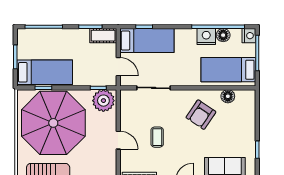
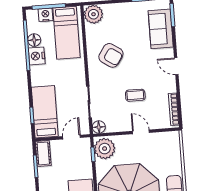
nightstand: (249, 36) -> (46, 15), moved
floor lamp: (228, 96) -> (99, 127), moved
plant: (246, 100) -> (93, 14), added
door: (118, 140) -> (141, 132), hinge flipped

